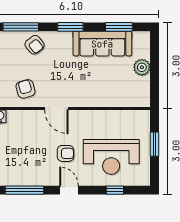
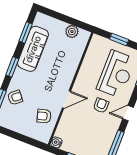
plant: (142, 67) -> (72, 32), moved

